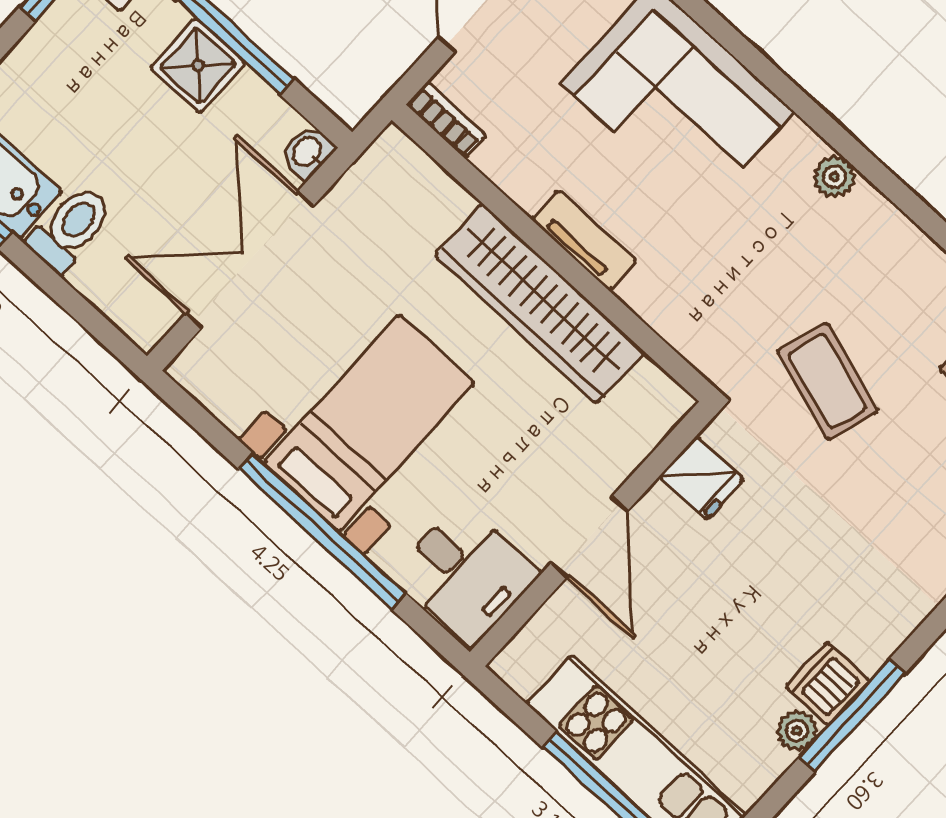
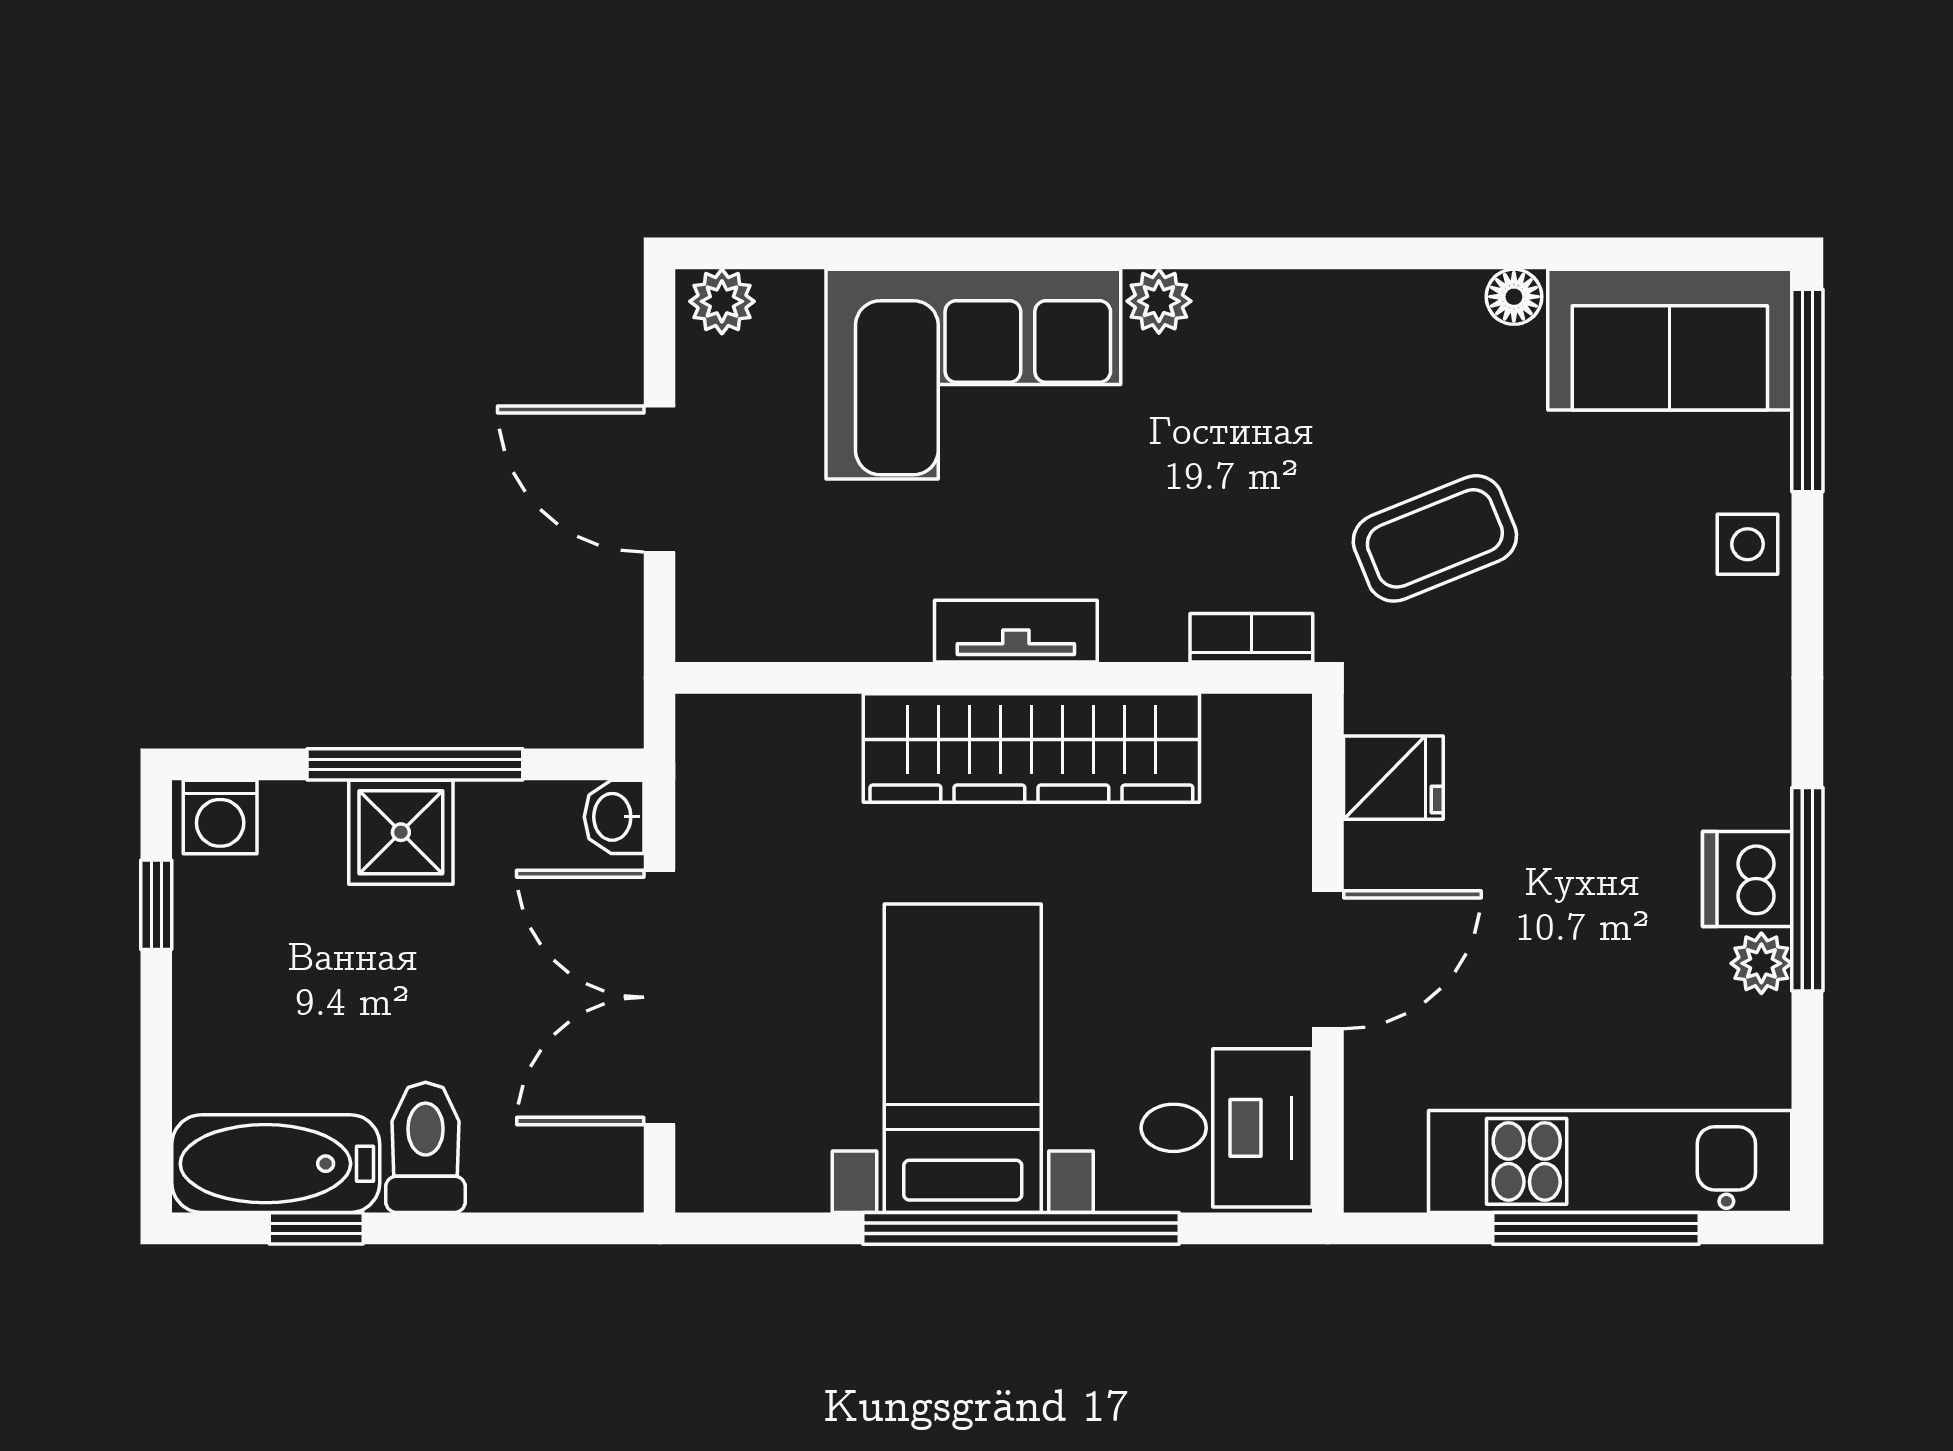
bookcase: (446, 120) -> (1251, 638), moved
plant: (834, 177) -> (1159, 301), moved
coffee table: (827, 381) -> (1435, 538), turned -40
door: (589, 537) -> (1328, 960), hinge flipped

